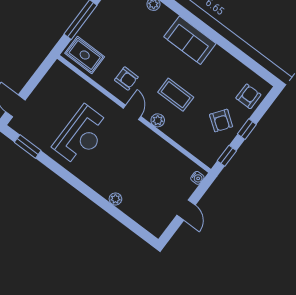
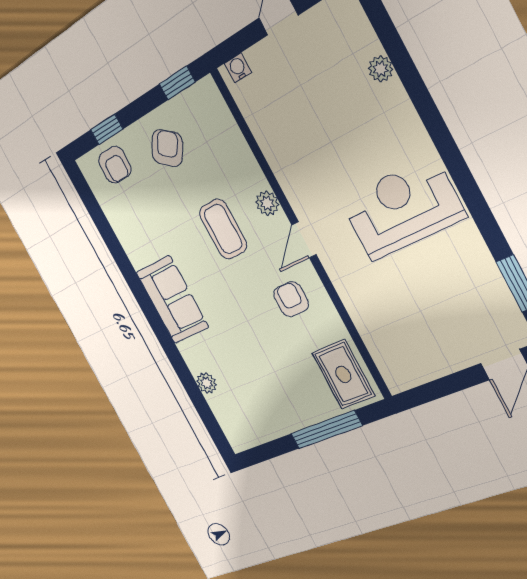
armchair: (248, 96) -> (115, 165), turned -90
window: (247, 129) -> (107, 129), moved
reception desk: (82, 135) -> (402, 209), moved
plant: (115, 199) -> (381, 69), moved

